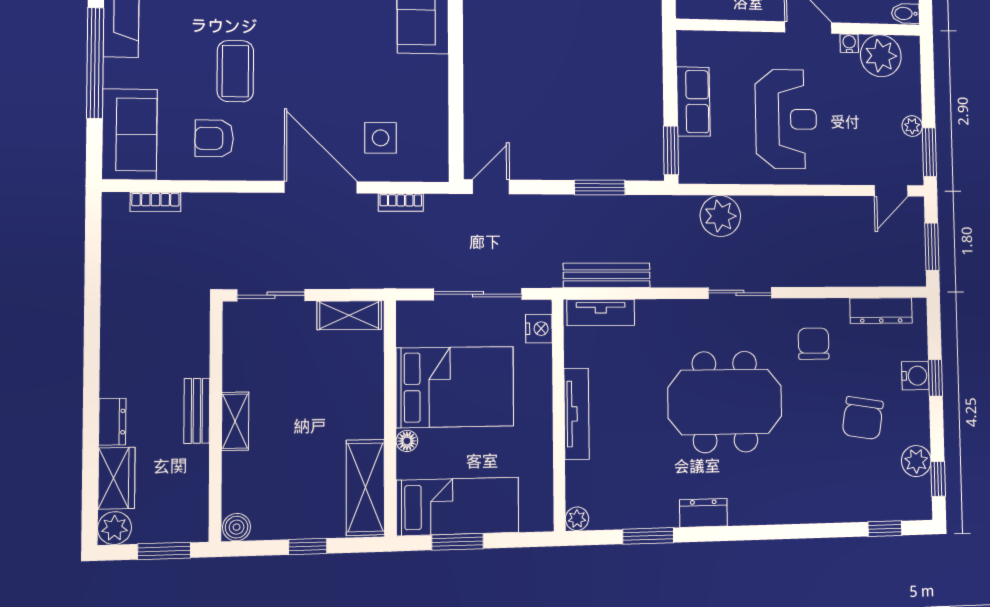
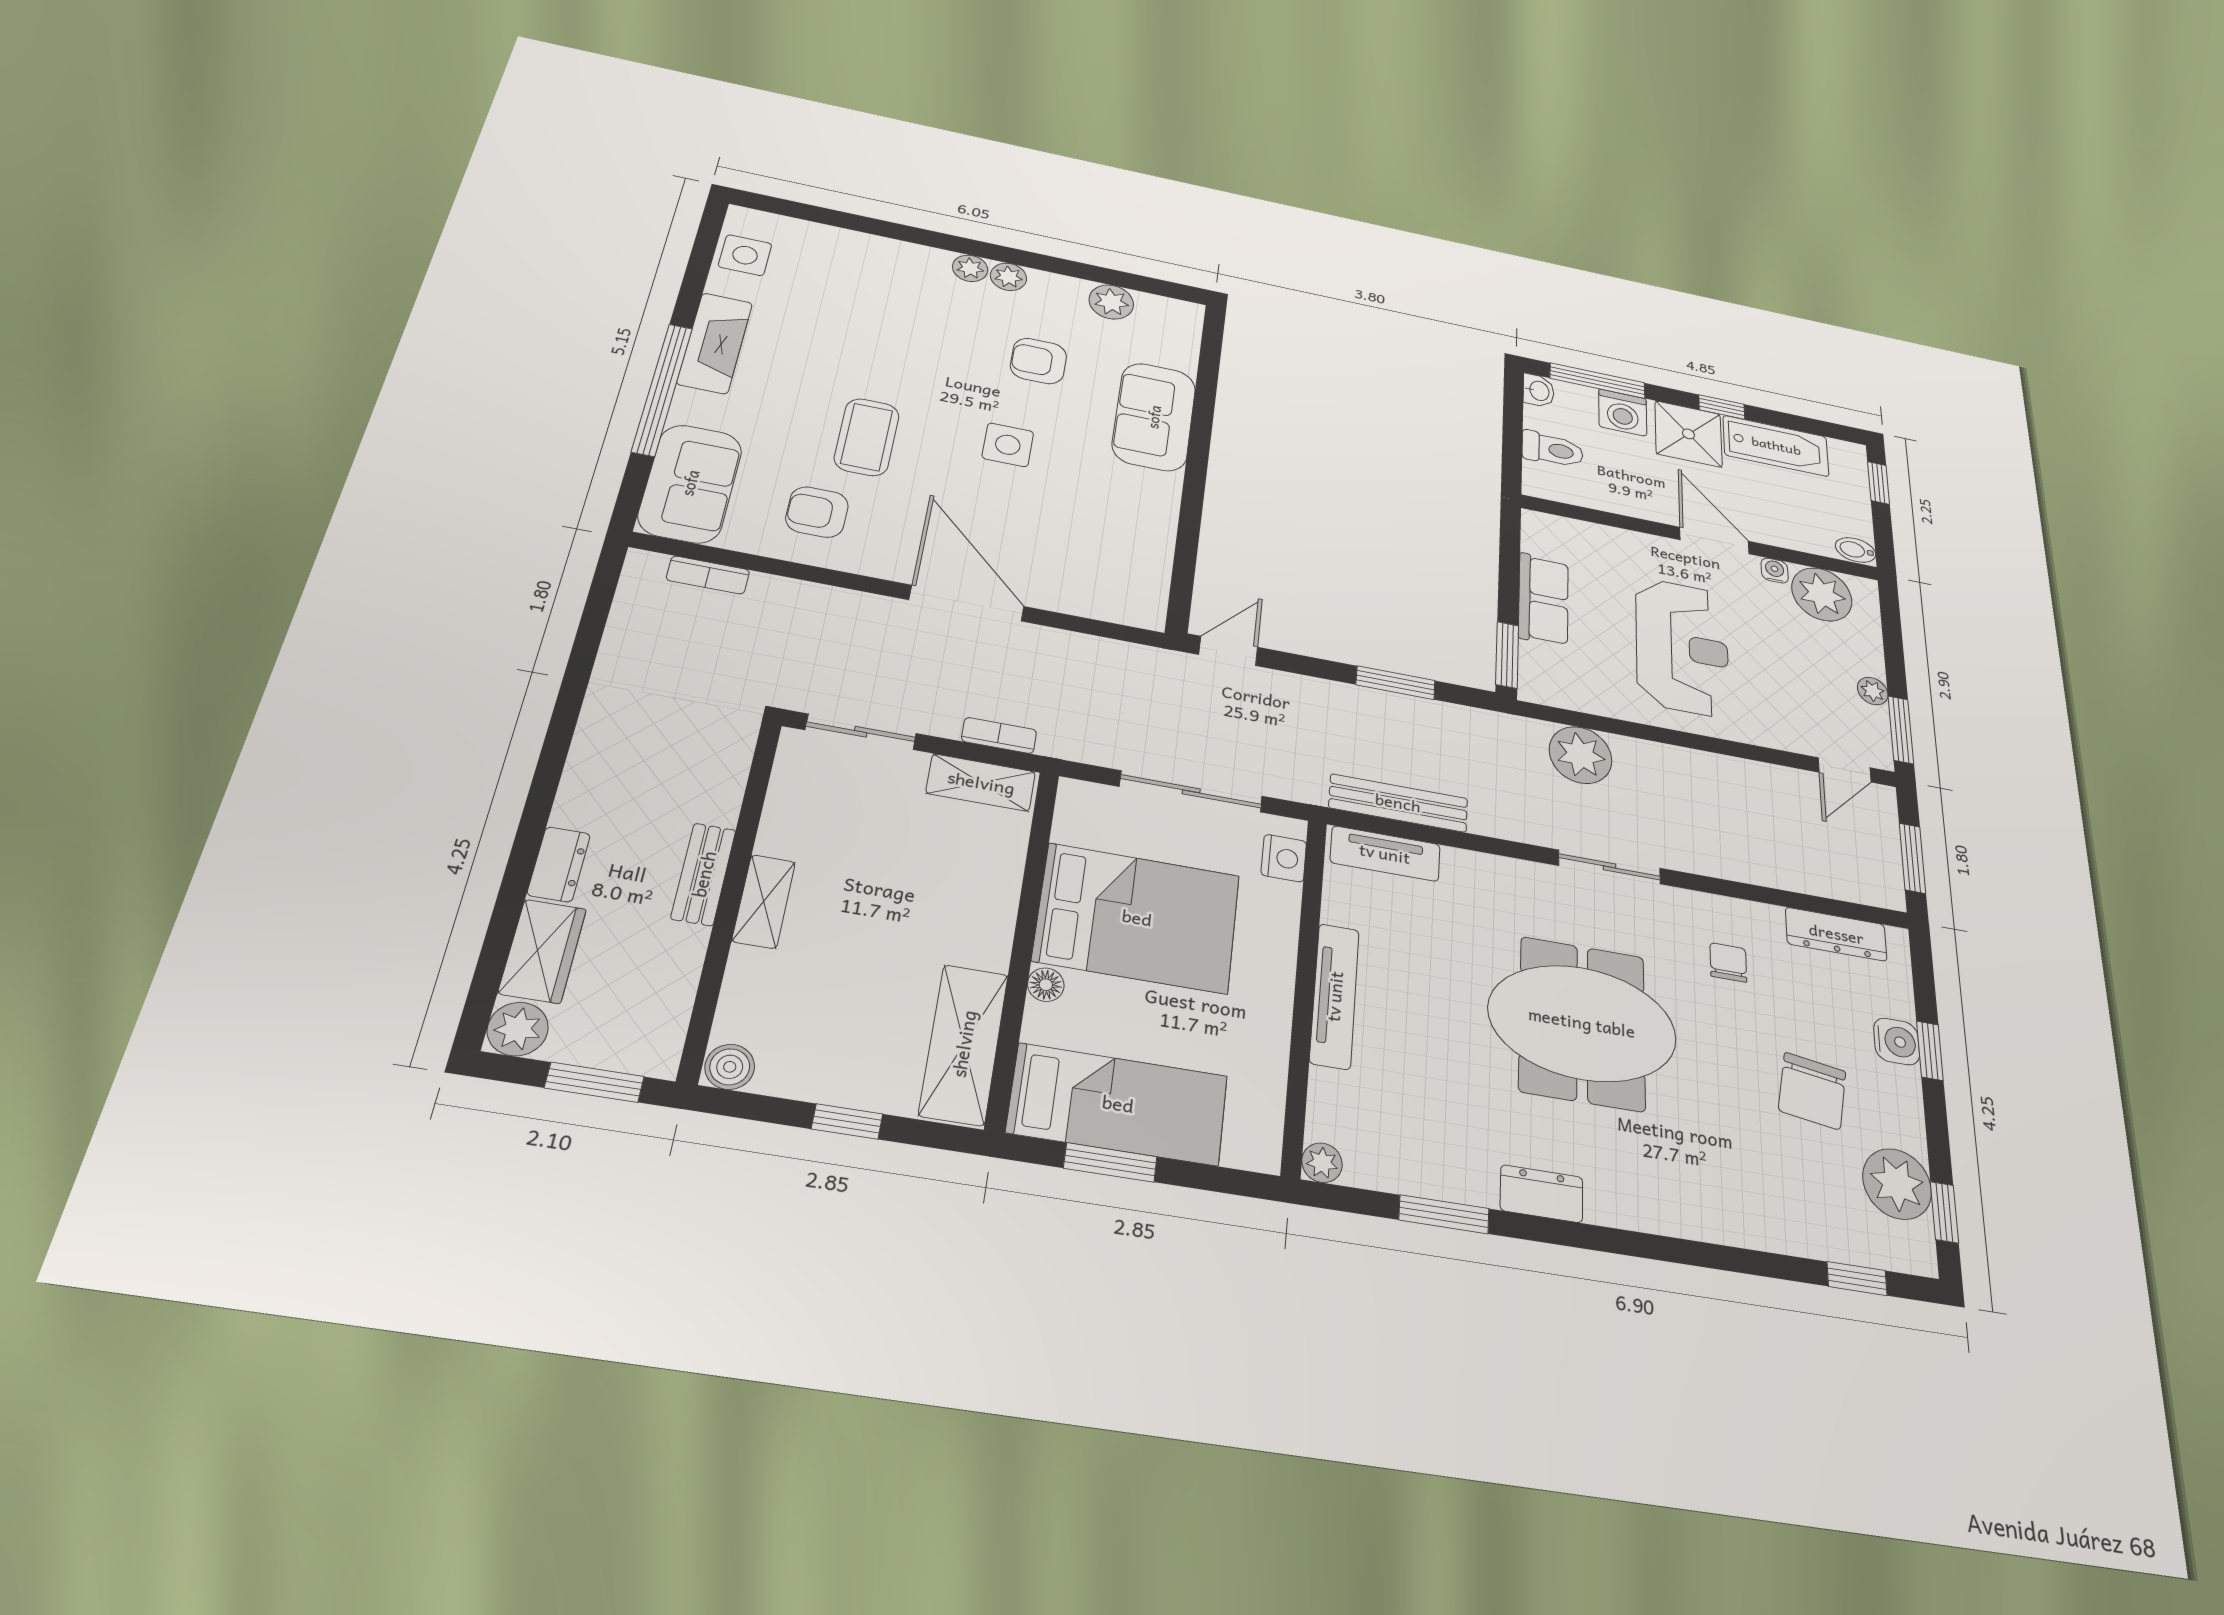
side table: (381, 138) -> (1008, 445), moved
bookcase: (401, 202) -> (999, 735), moved, turned 180
chair: (814, 344) -> (1728, 962), width x0.73, depth x0.73
plant: (916, 461) -> (1897, 1184), width x1.36, depth x1.36

